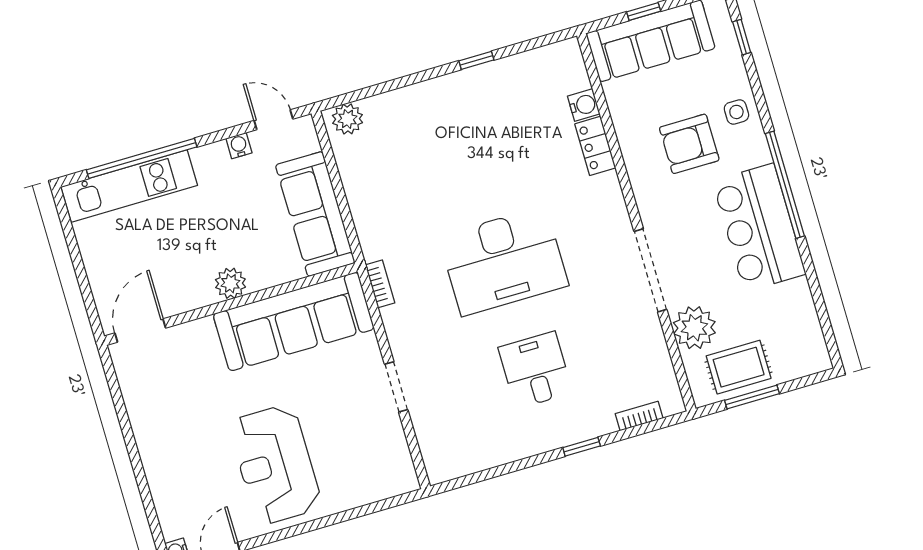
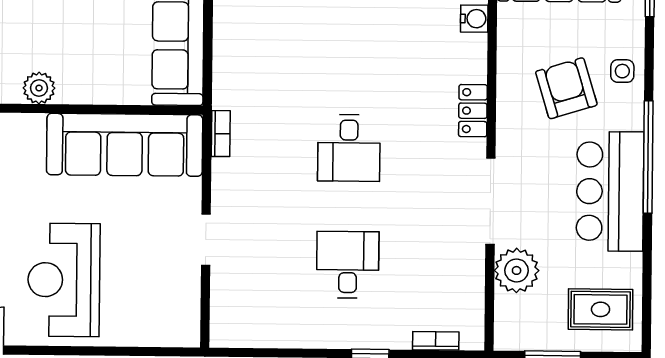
armchair: (689, 144) -> (566, 88), turned 73
locker: (595, 146) -> (473, 111), moved
desk: (504, 261) -> (349, 148), width x0.53, depth x0.77
plant: (230, 283) -> (39, 88), moved
rug: (739, 367) -> (601, 309), moved

